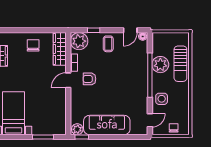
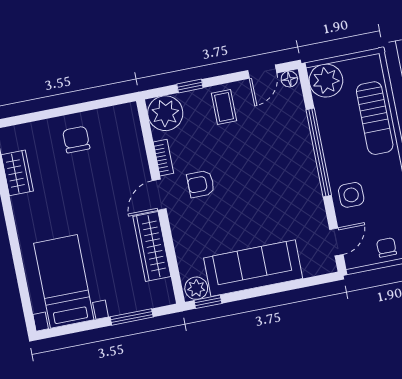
wardrobe: (60, 49) -> (152, 247), moved
plant: (160, 65) -> (326, 81), moved

